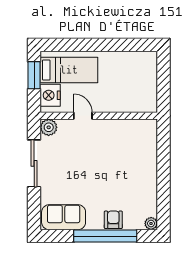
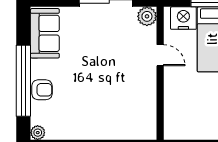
door: (83, 116) -> (160, 55), hinge flipped

